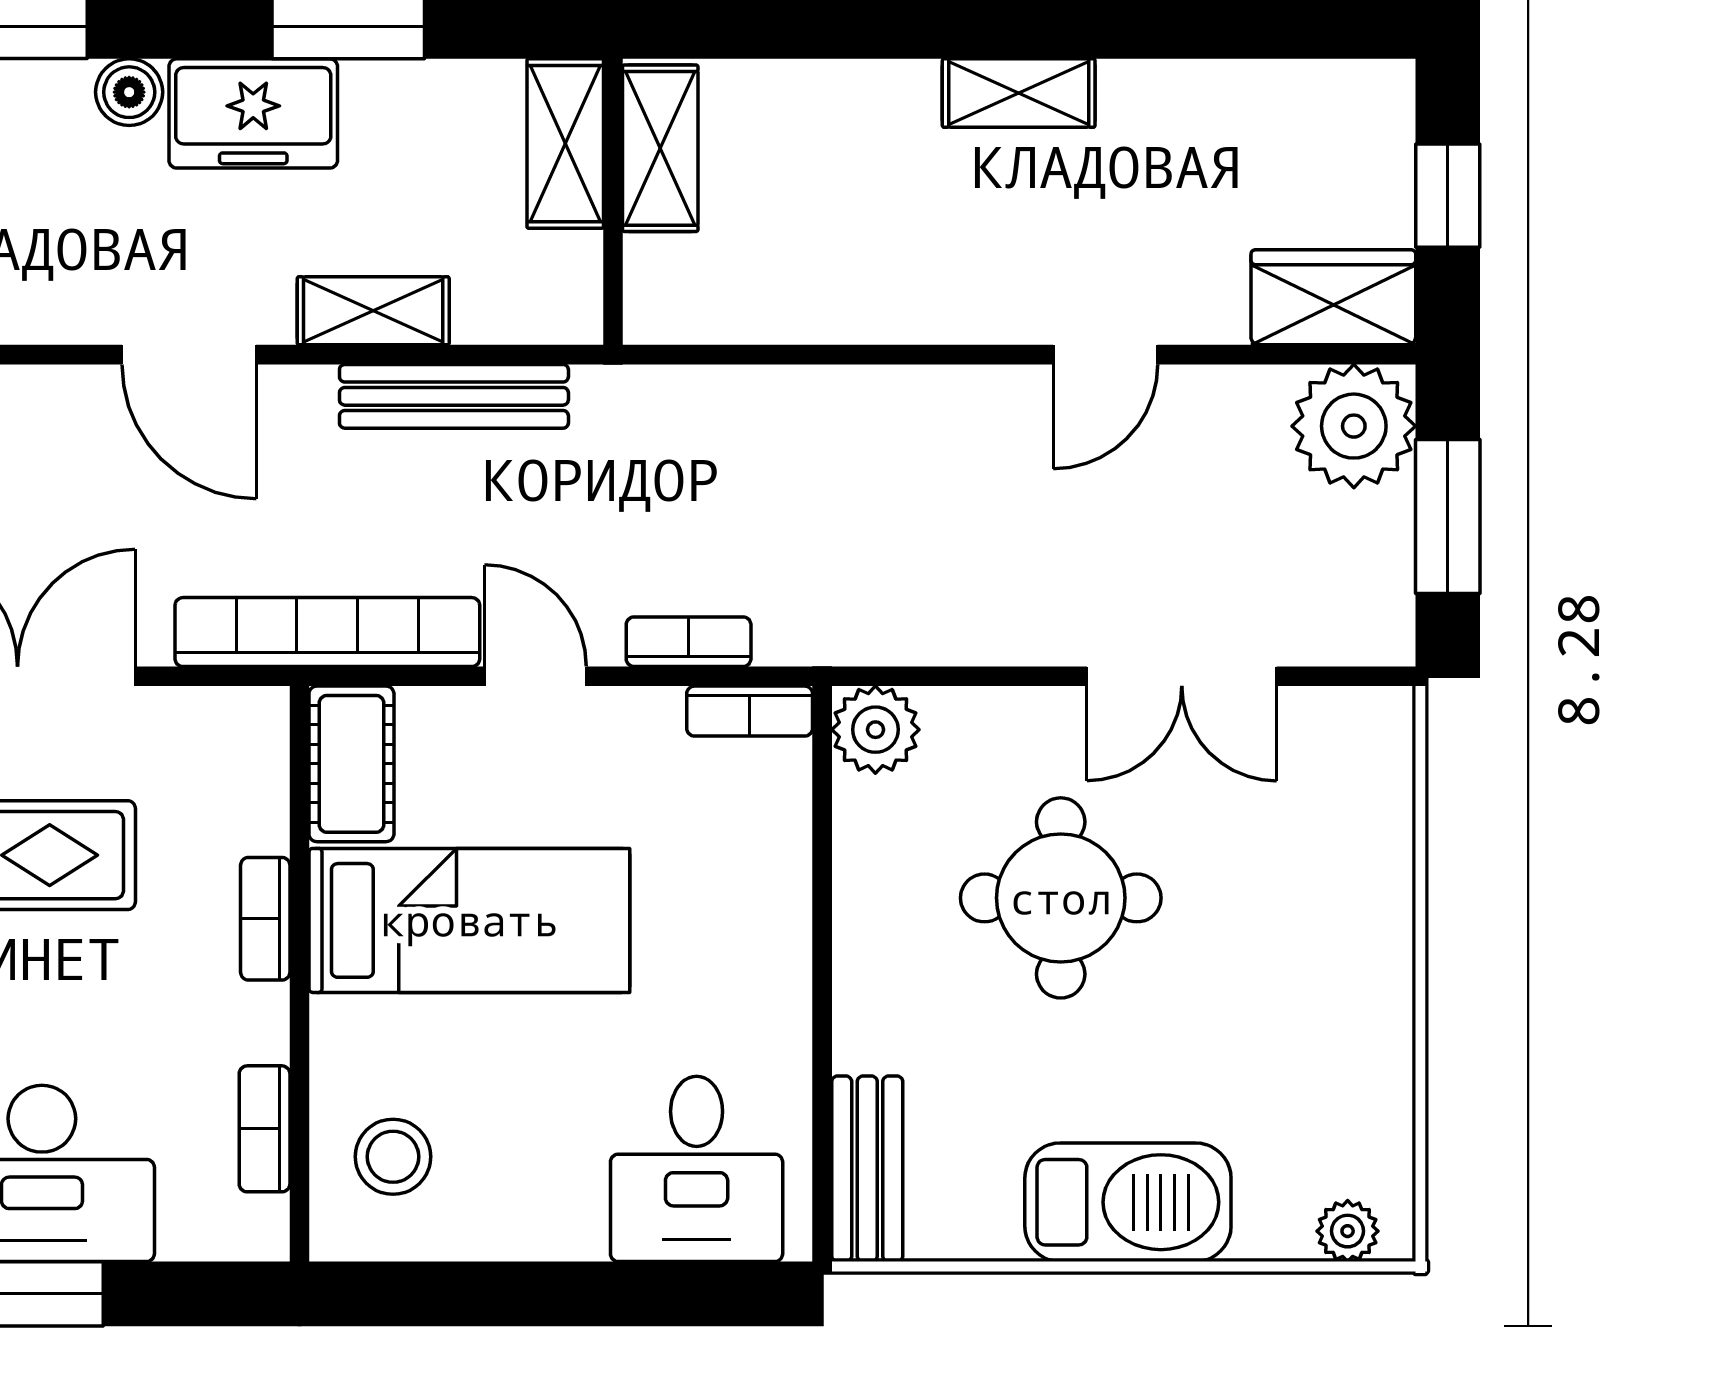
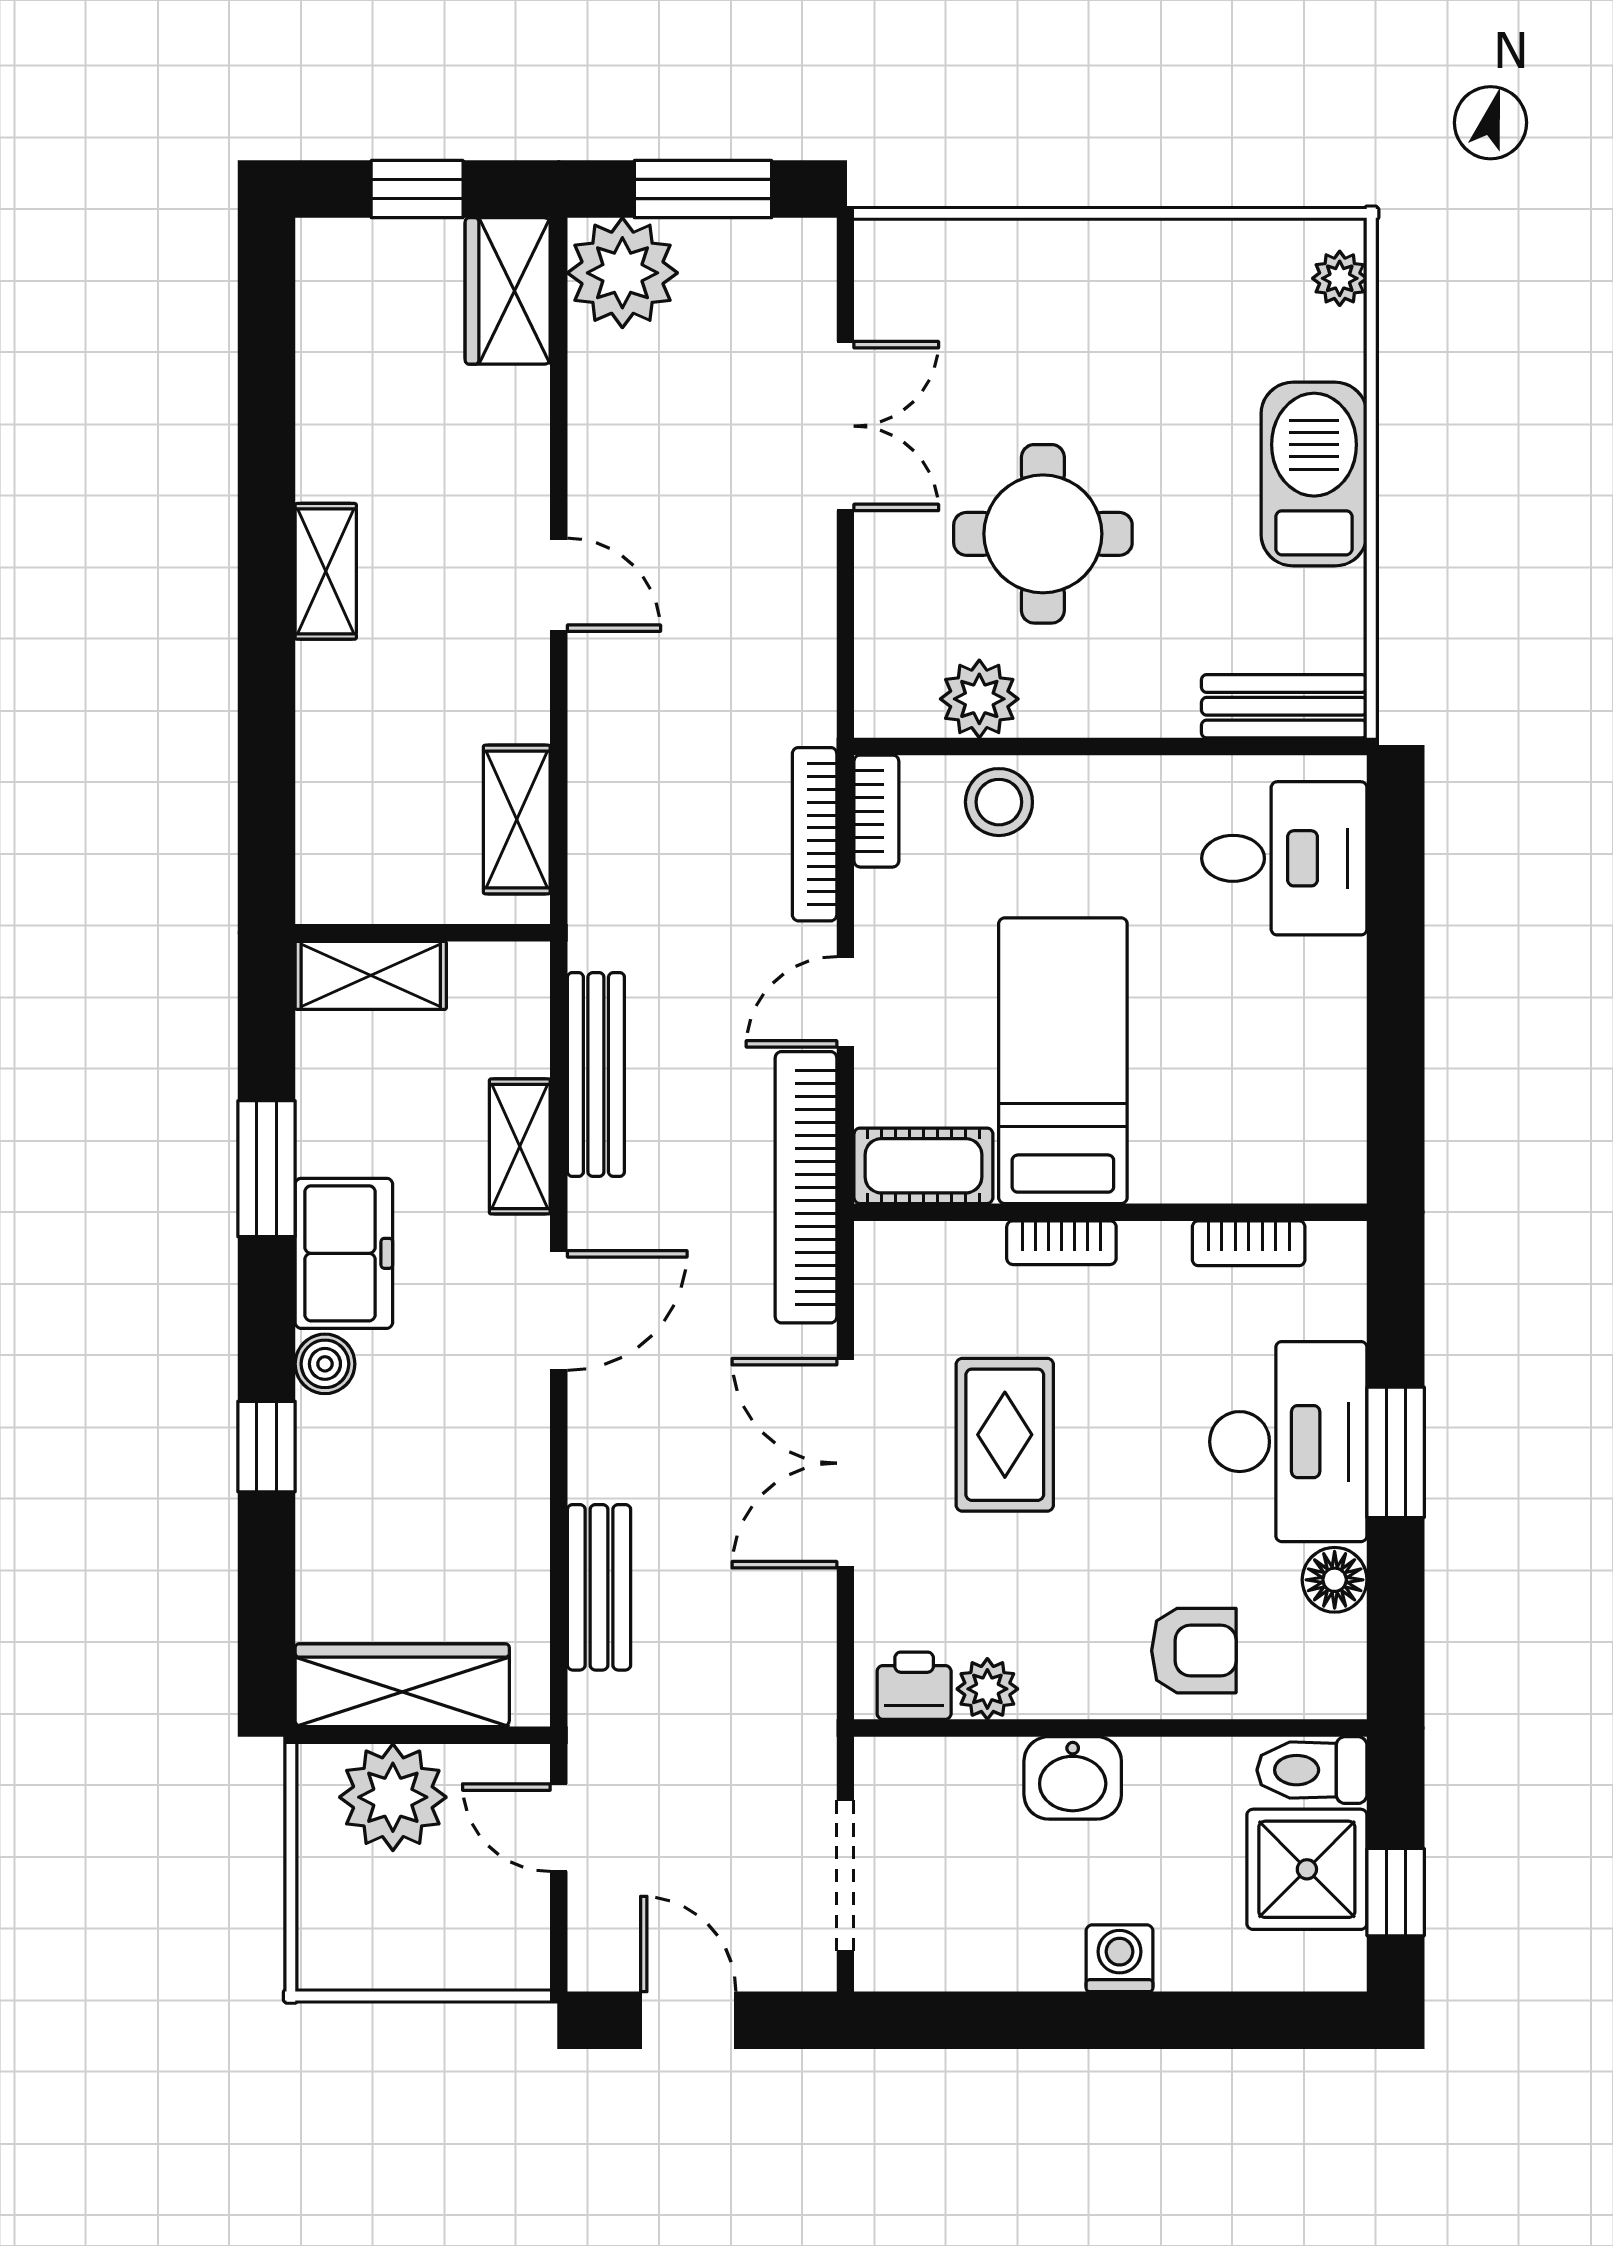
shelving: (660, 148) -> (517, 819), moved, turned 90
door: (1105, 355) -> (559, 585), moved
bookcase: (689, 642) -> (815, 834), width x1.56
plant: (875, 730) -> (979, 699), moved
stool: (393, 1157) -> (999, 802), moved

